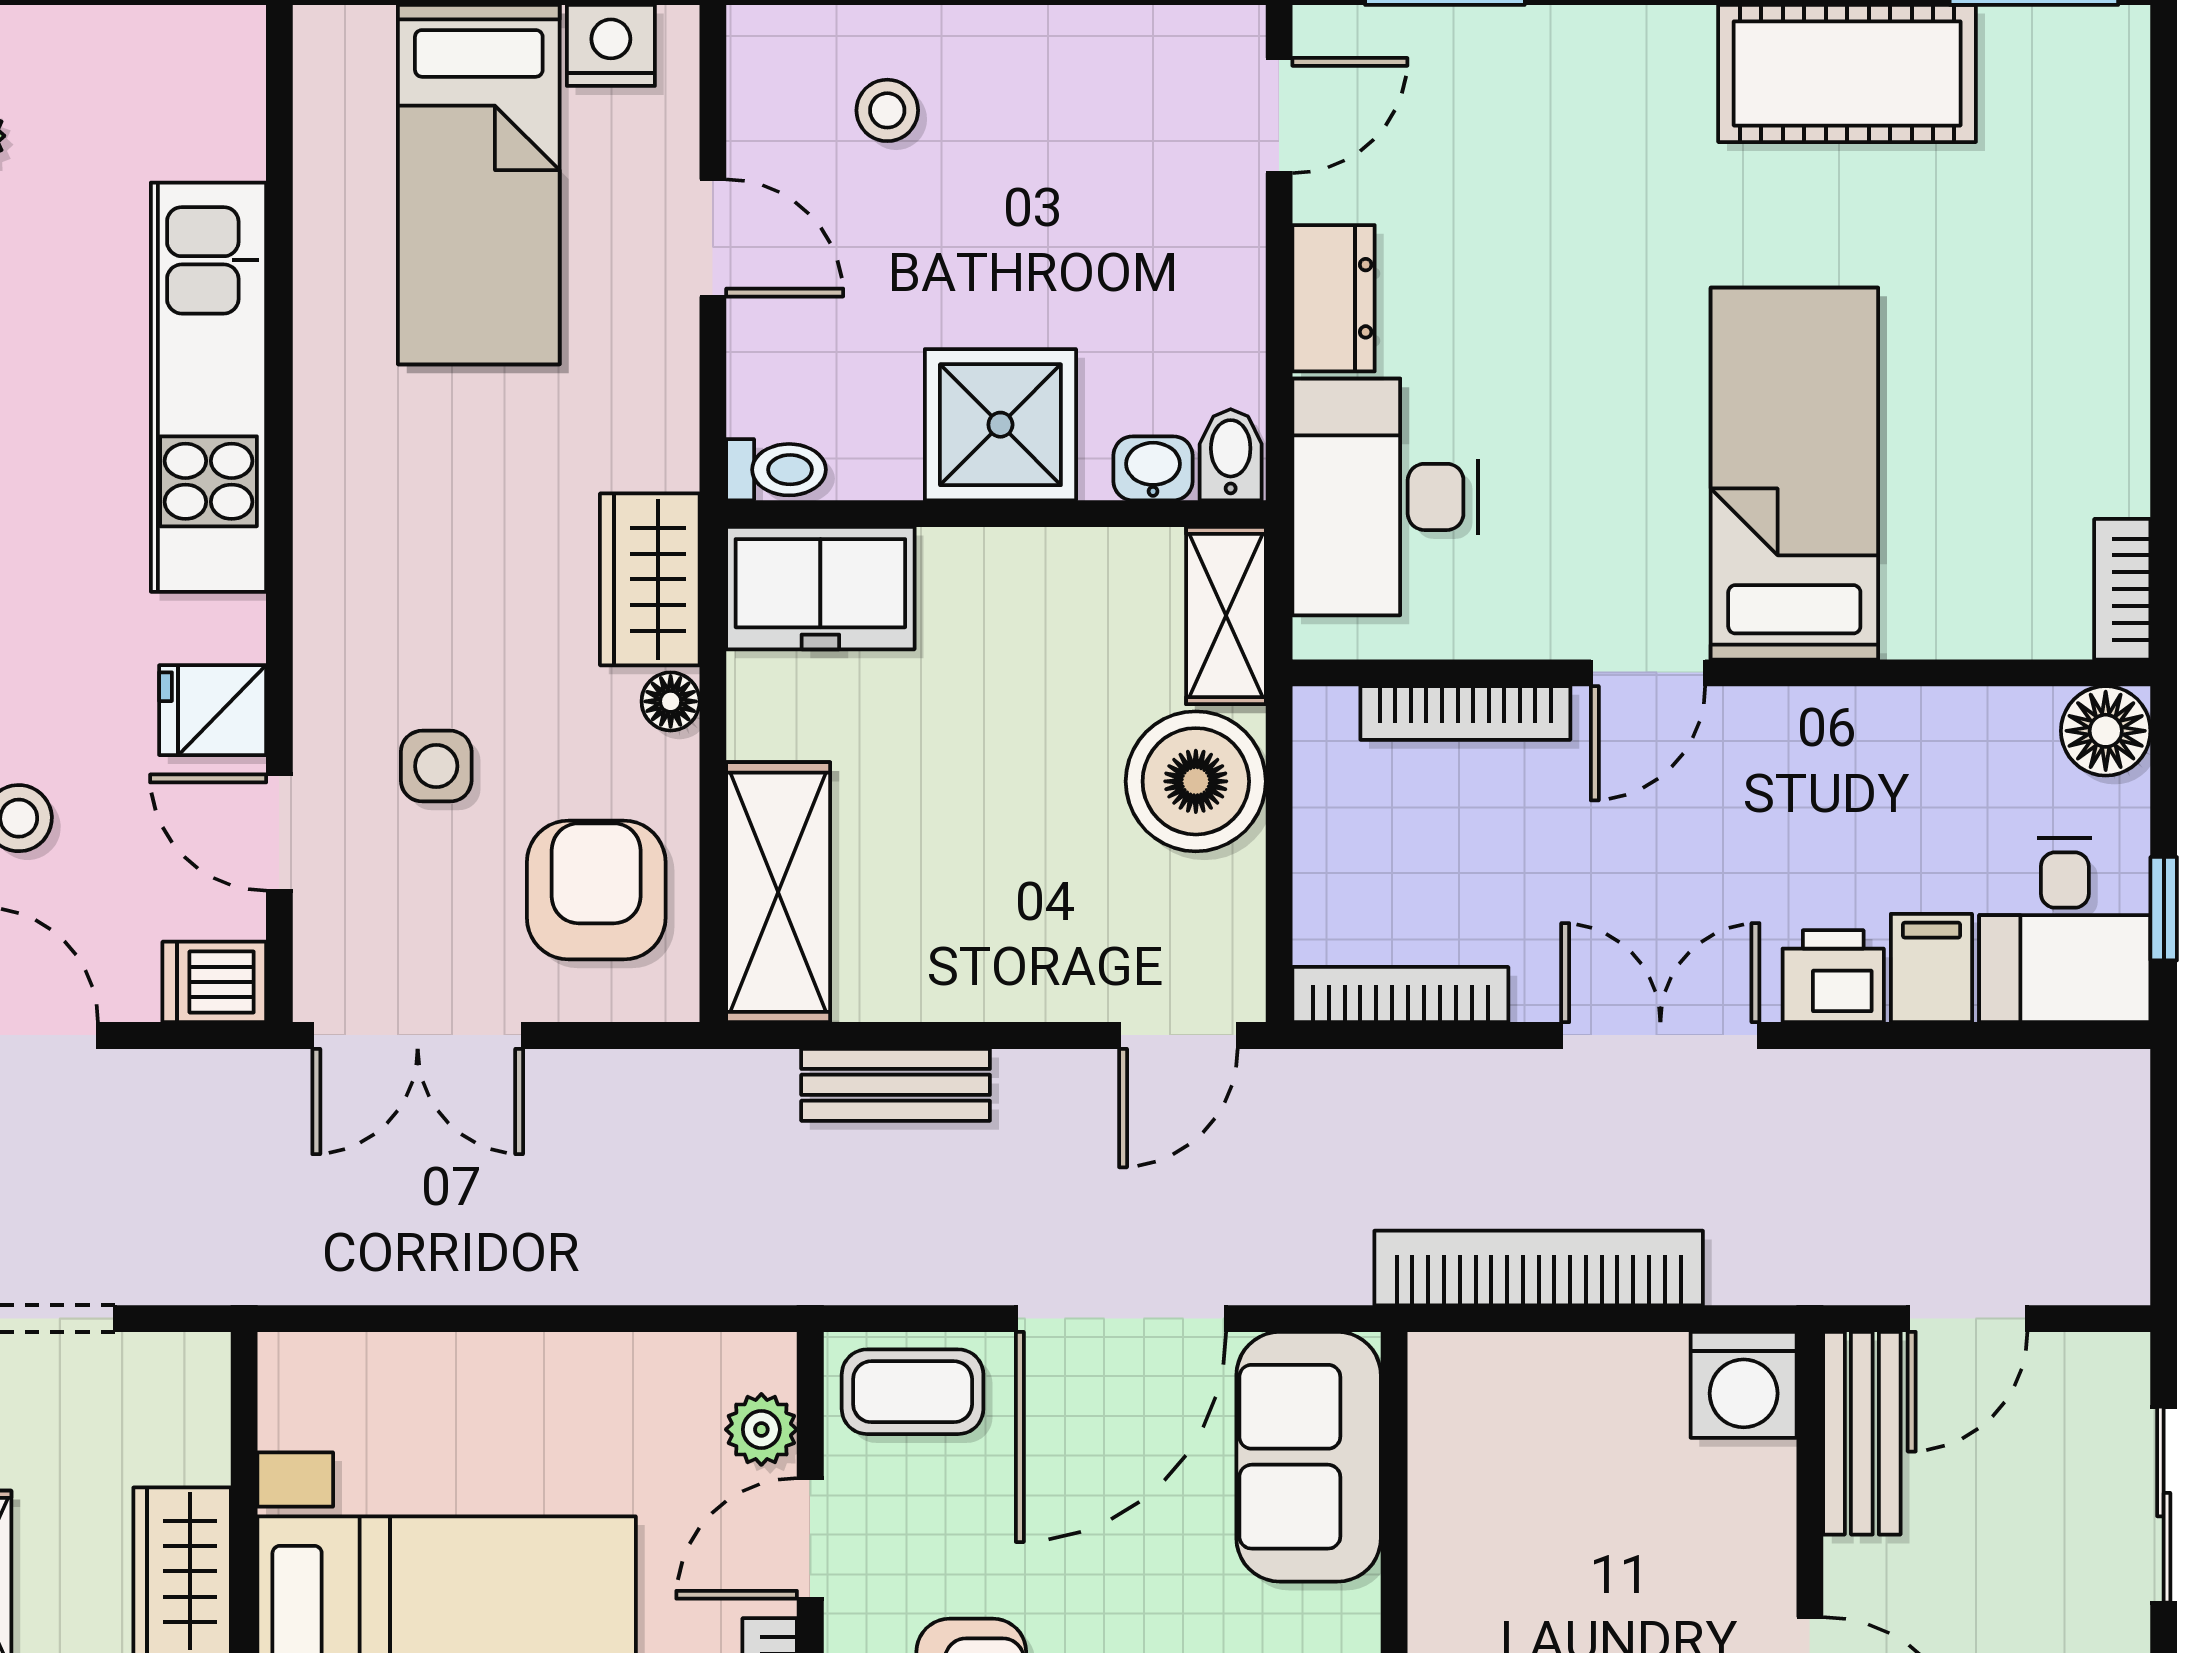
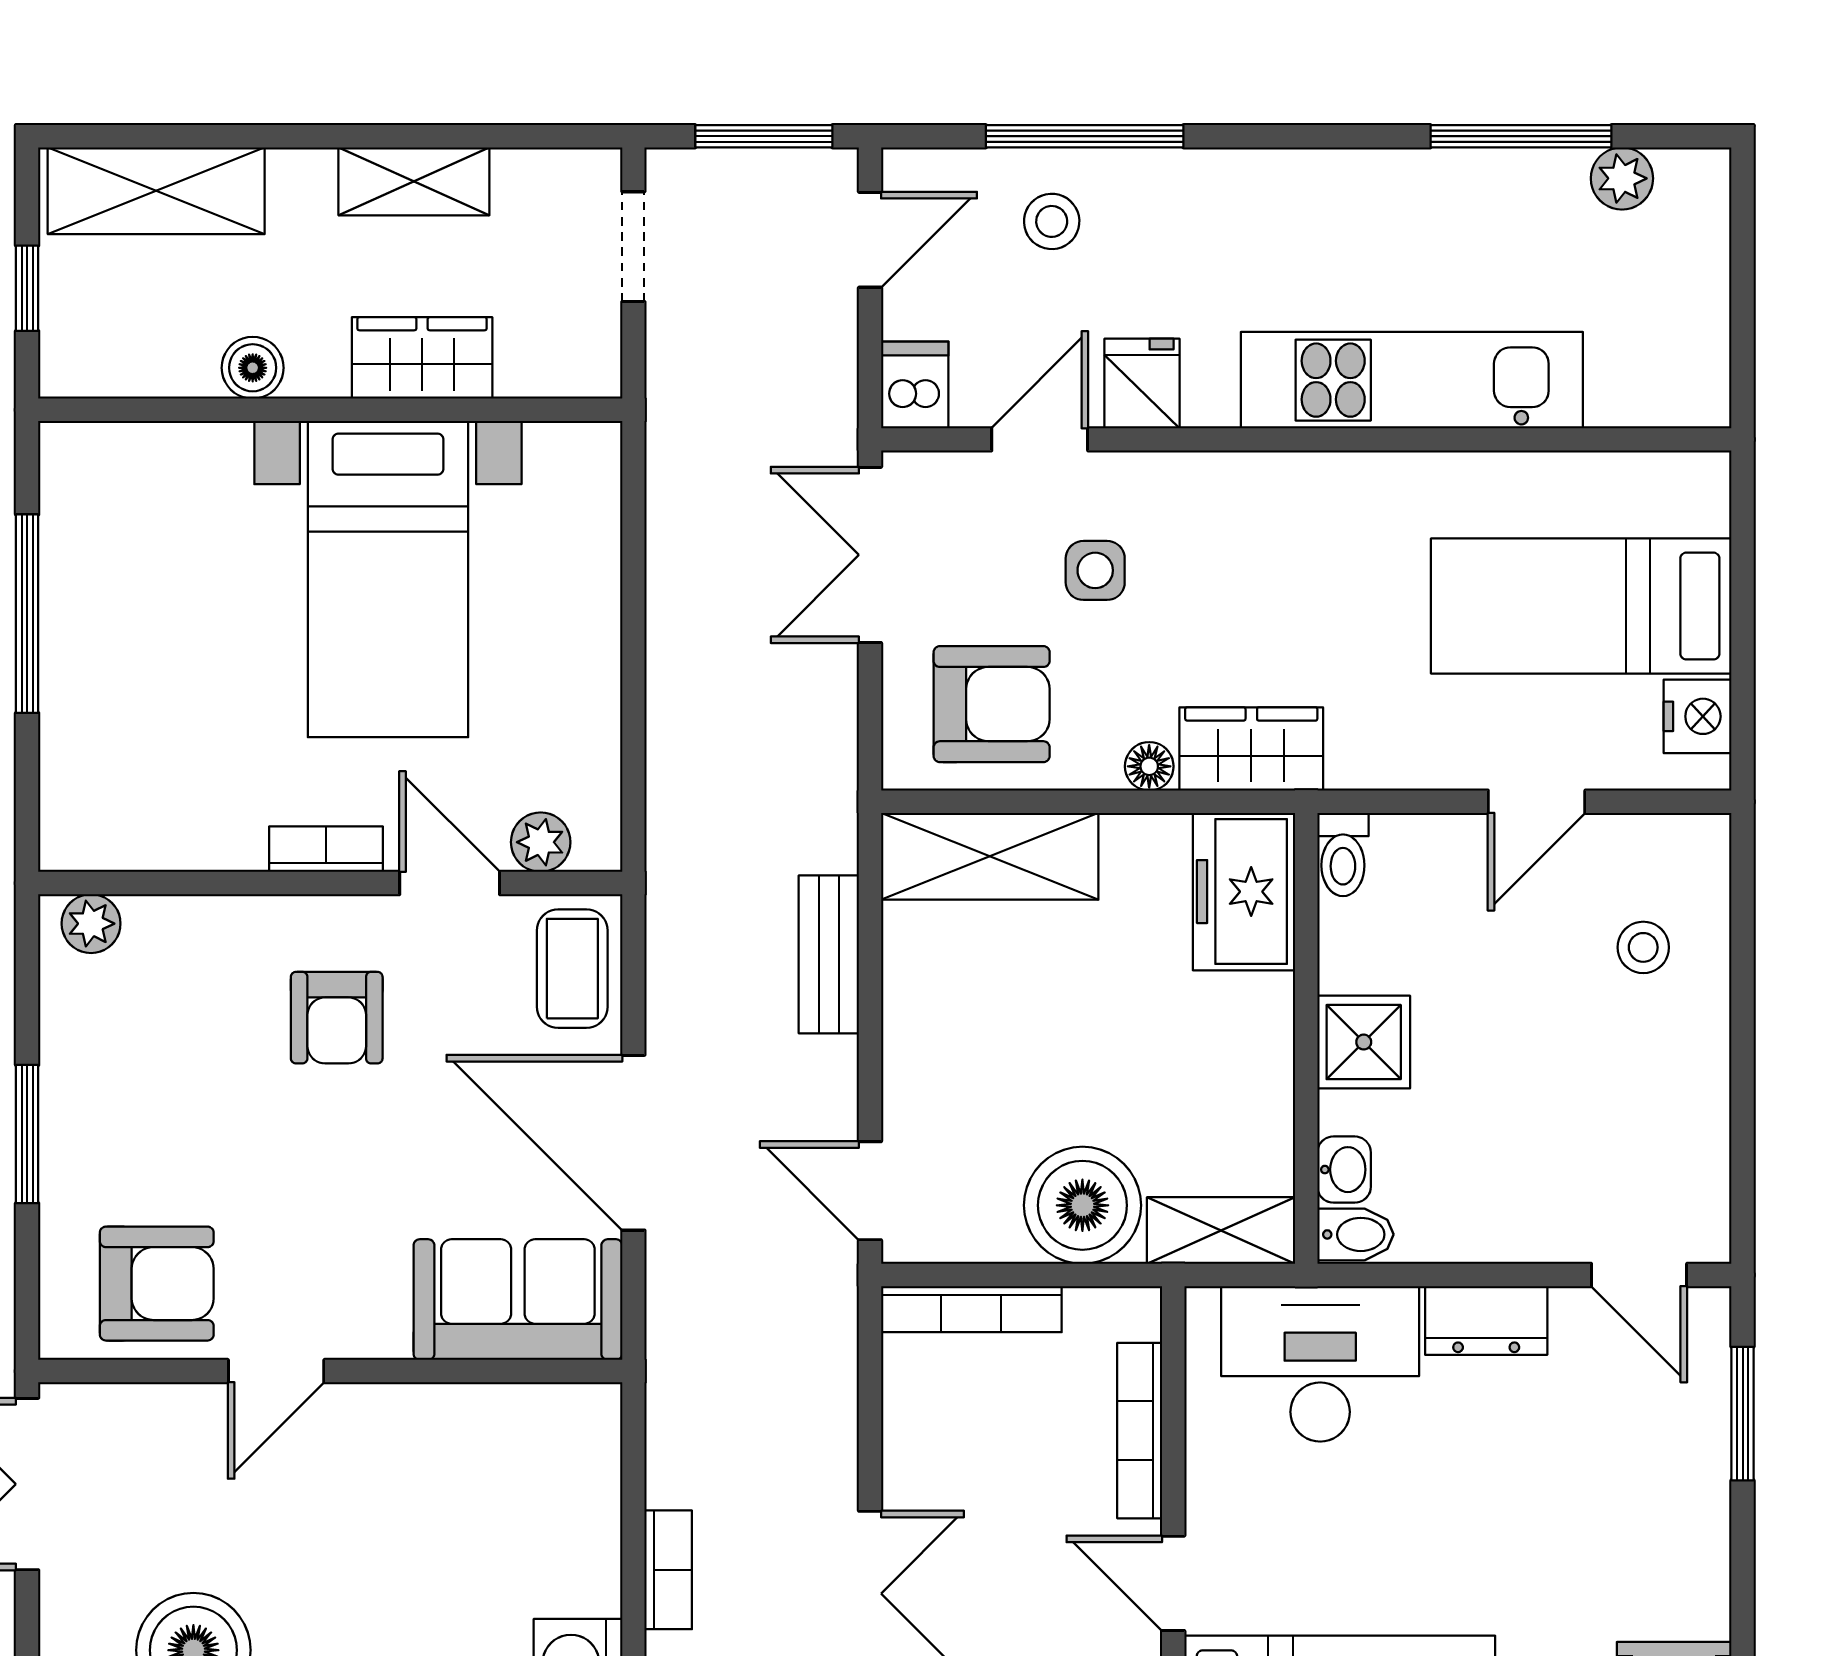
shower: (1000, 425) -> (1364, 1042), width x0.73, depth x0.73
bookcase: (1400, 995) -> (971, 1309), moved, turned 90
bookcase: (1539, 1268) -> (668, 1570), width x0.43, depth x0.76

